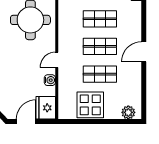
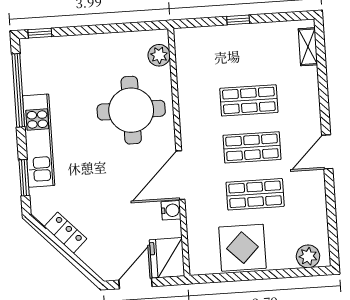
door: (57, 60) -> (180, 175), width x1.87

